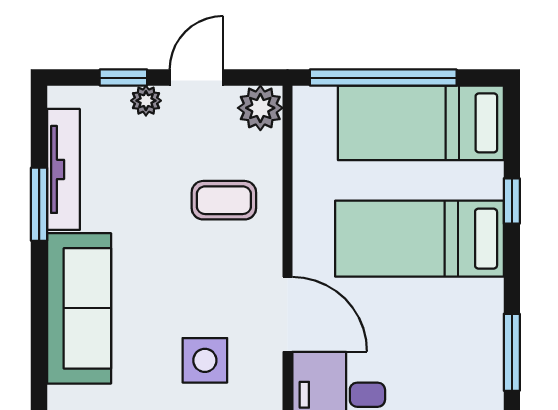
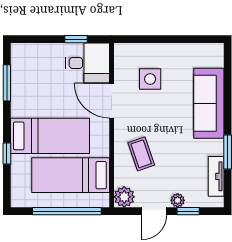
bed: (421, 123) -> (71, 175), moved, turned 180
tv unit: (63, 169) -> (216, 176), width x0.71
coffee table: (224, 200) -> (141, 154), turned 71

